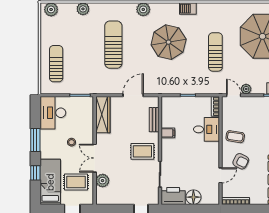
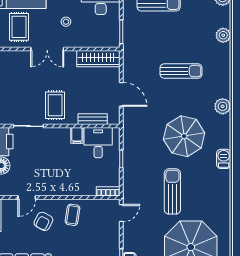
sun lounger: (113, 45) -> (181, 71), width x0.73, depth x0.75
sun lounger: (215, 52) -> (172, 191), turned -90
plant: (246, 89) -> (129, 228), removed
desk: (206, 129) -> (98, 143), moved, turned 180
double door: (95, 158) -> (47, 49), swing flipped
door: (221, 175) -> (27, 197), hinge flipped
plant: (103, 181) -> (21, 58), removed

